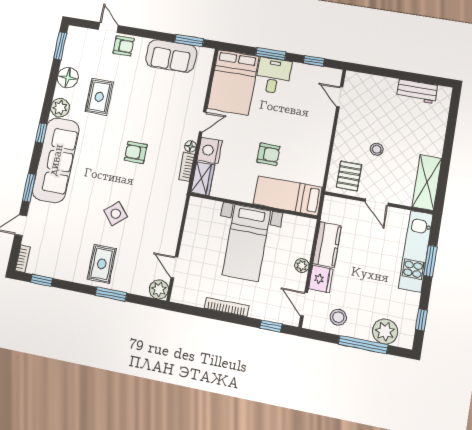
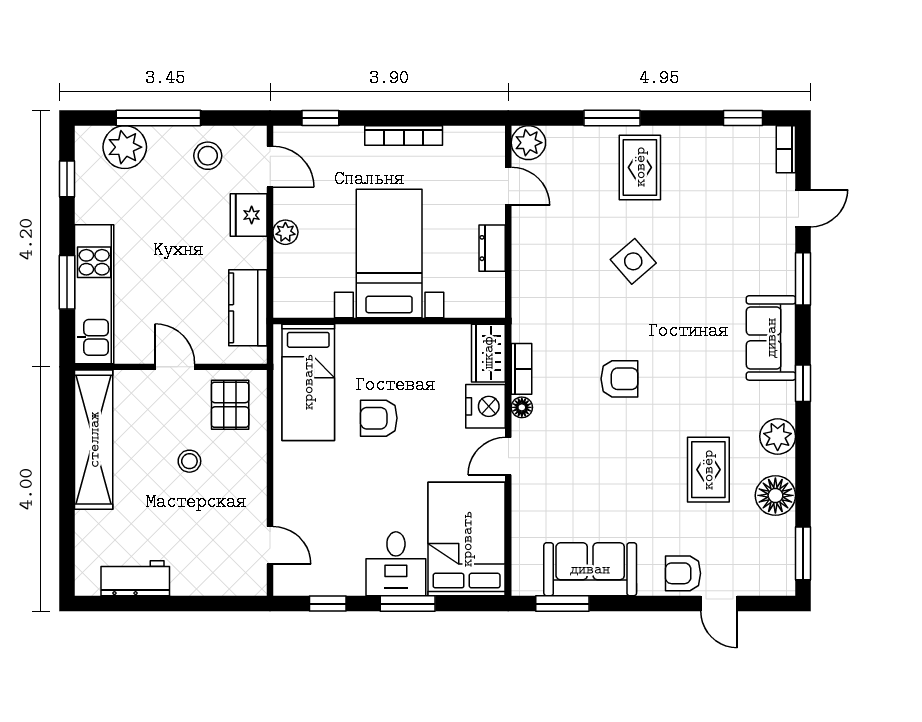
sofa: (56, 160) -> (771, 338), width x0.54, depth x0.79
shelving: (427, 183) -> (94, 440), width x1.47
bed: (288, 196) -> (308, 382), moved, turned 90
dresser: (190, 235) -> (492, 248), added
kitchen counter: (327, 245) -> (248, 308), moved

